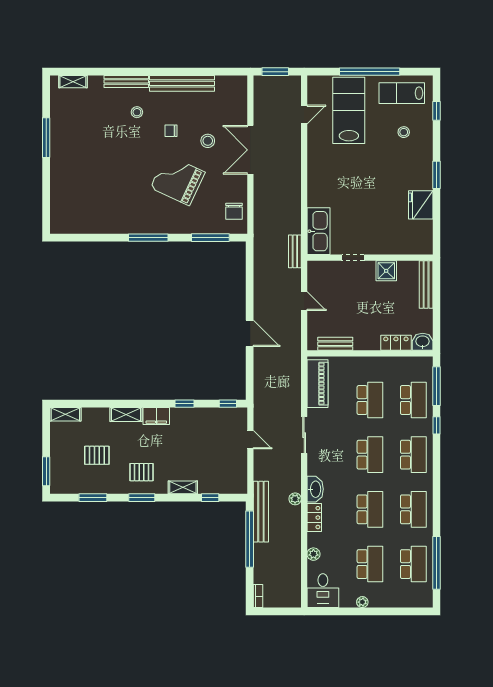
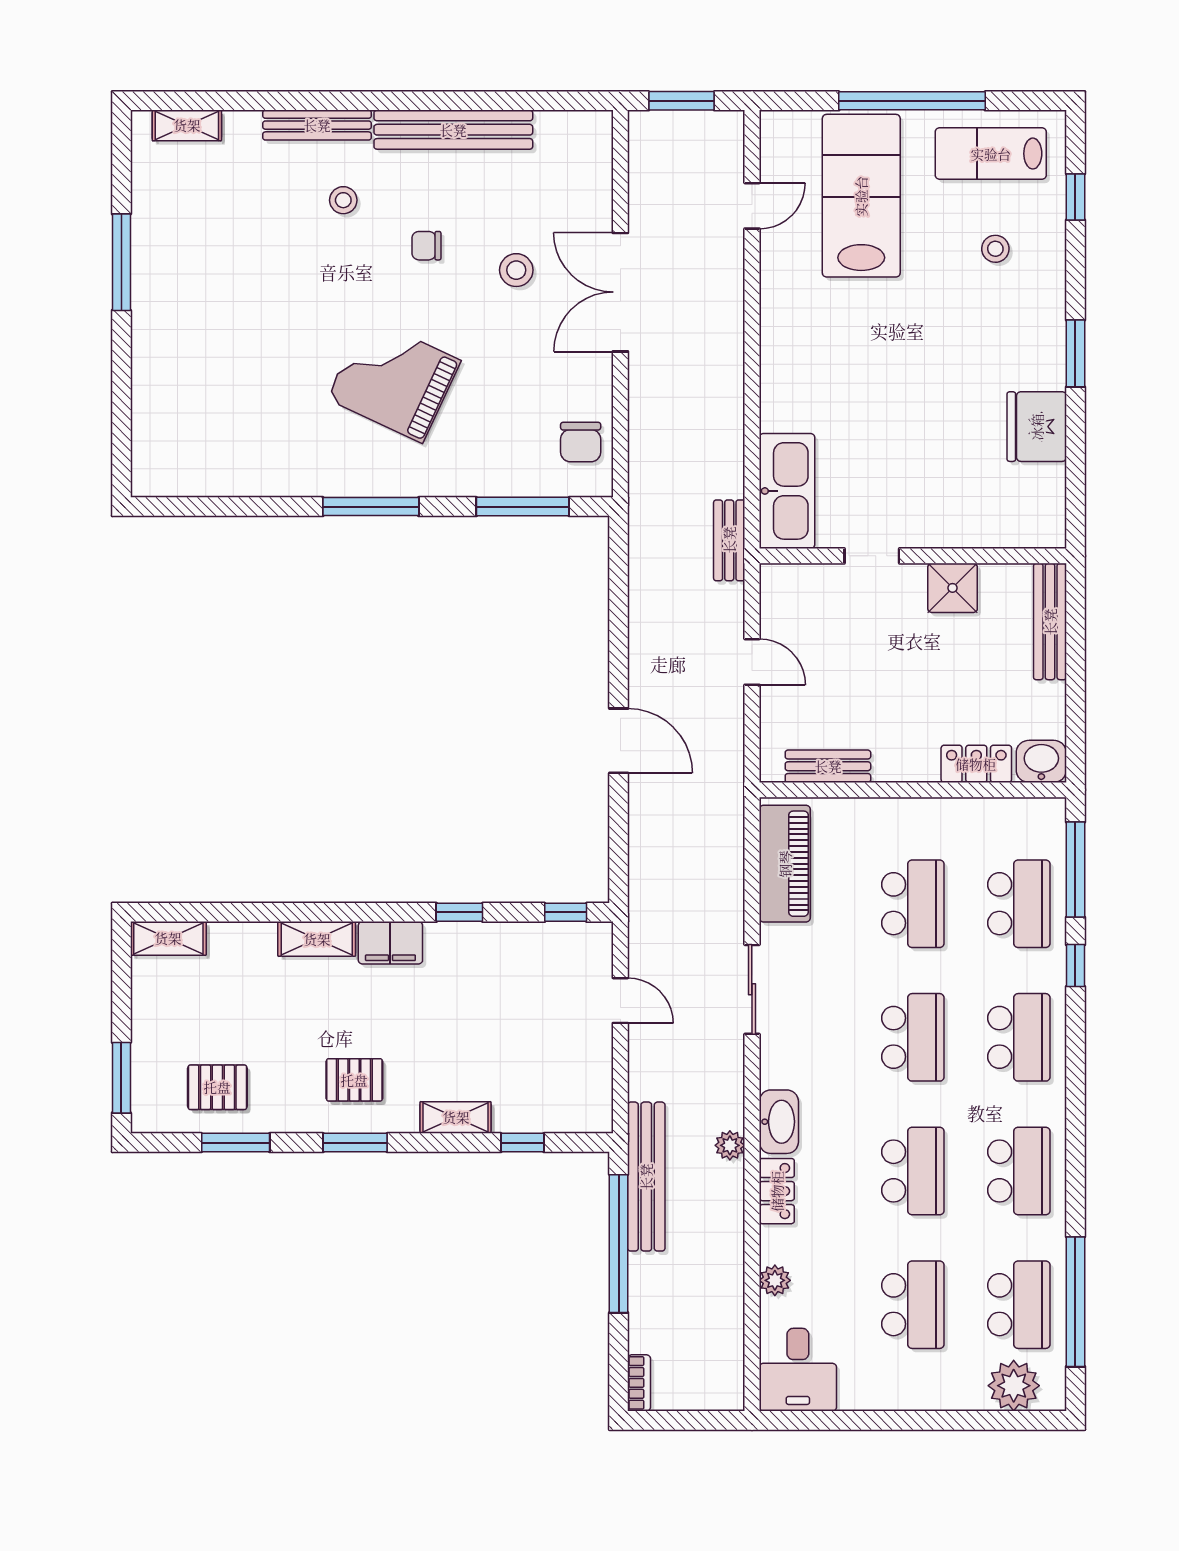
grand piano: (178, 180) -> (394, 380), moved
pallet: (97, 455) -> (217, 1087), moved
plant: (362, 602) -> (1014, 1386), moved, width x1.87, depth x1.87

